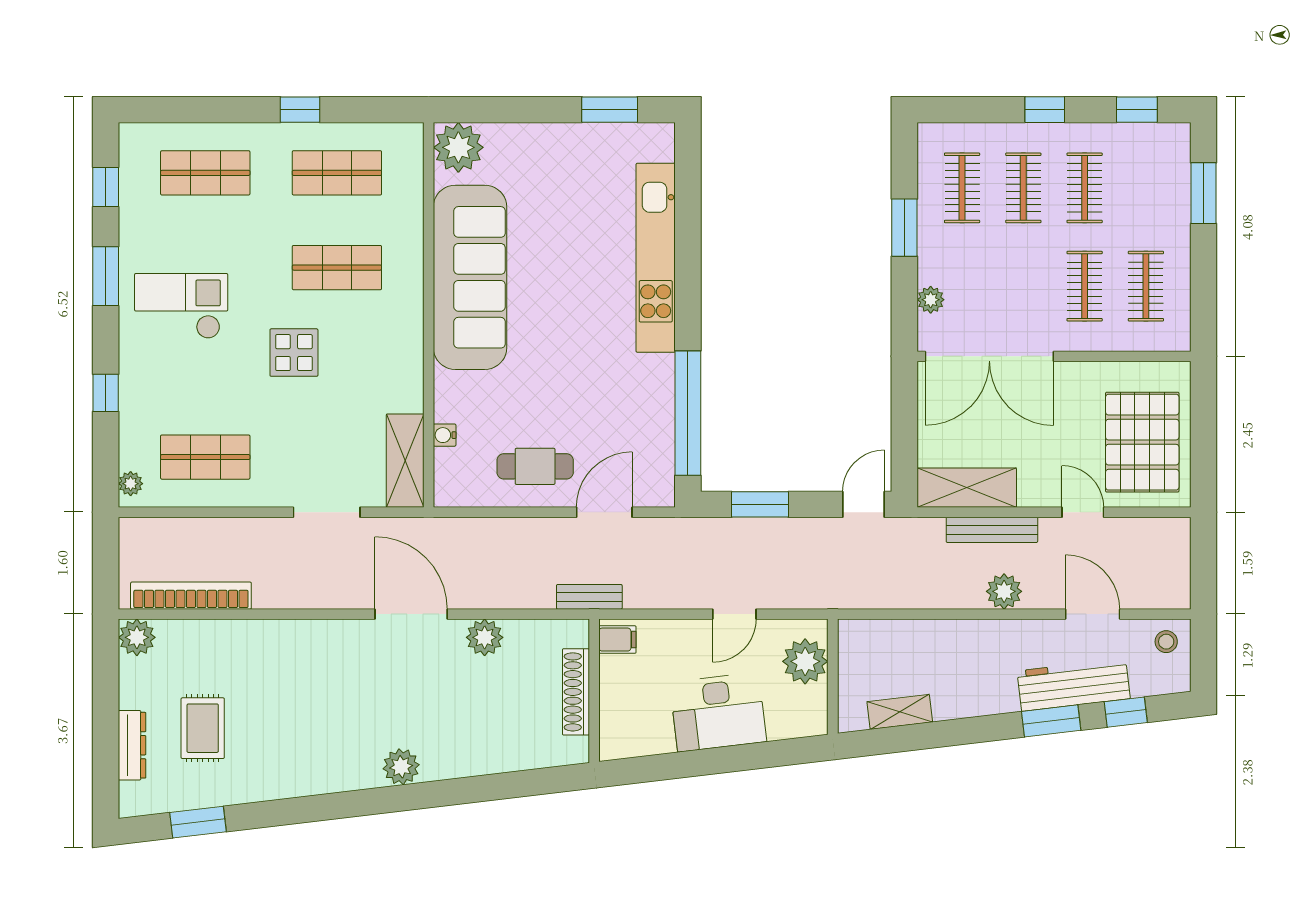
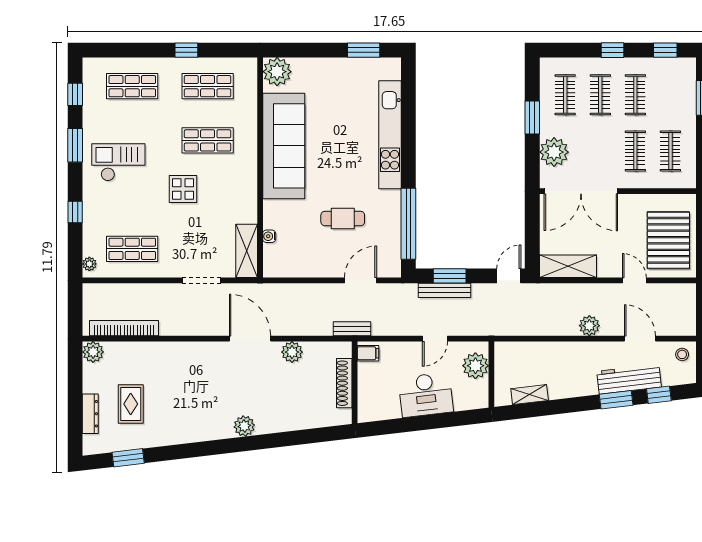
plant: (931, 300) -> (554, 152), width x1.87, depth x1.87
cafe table: (535, 466) -> (343, 219), moved
bench: (992, 530) -> (444, 290), moved

